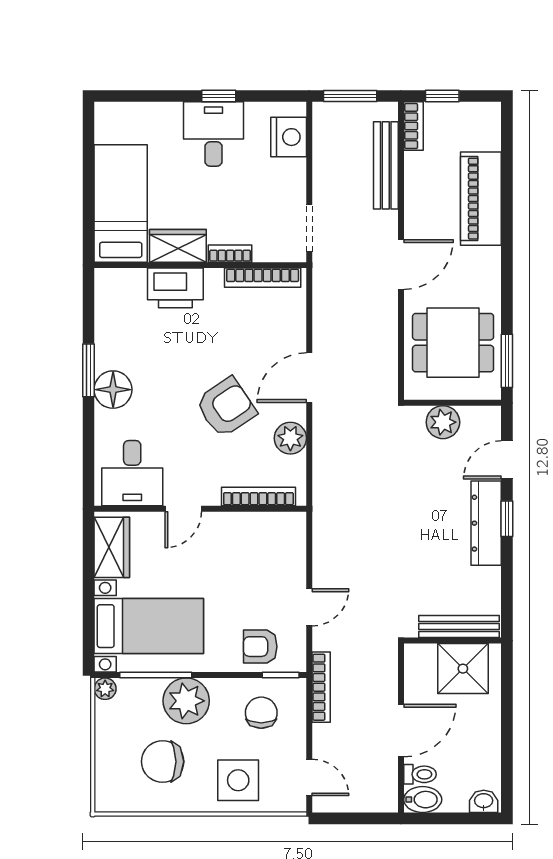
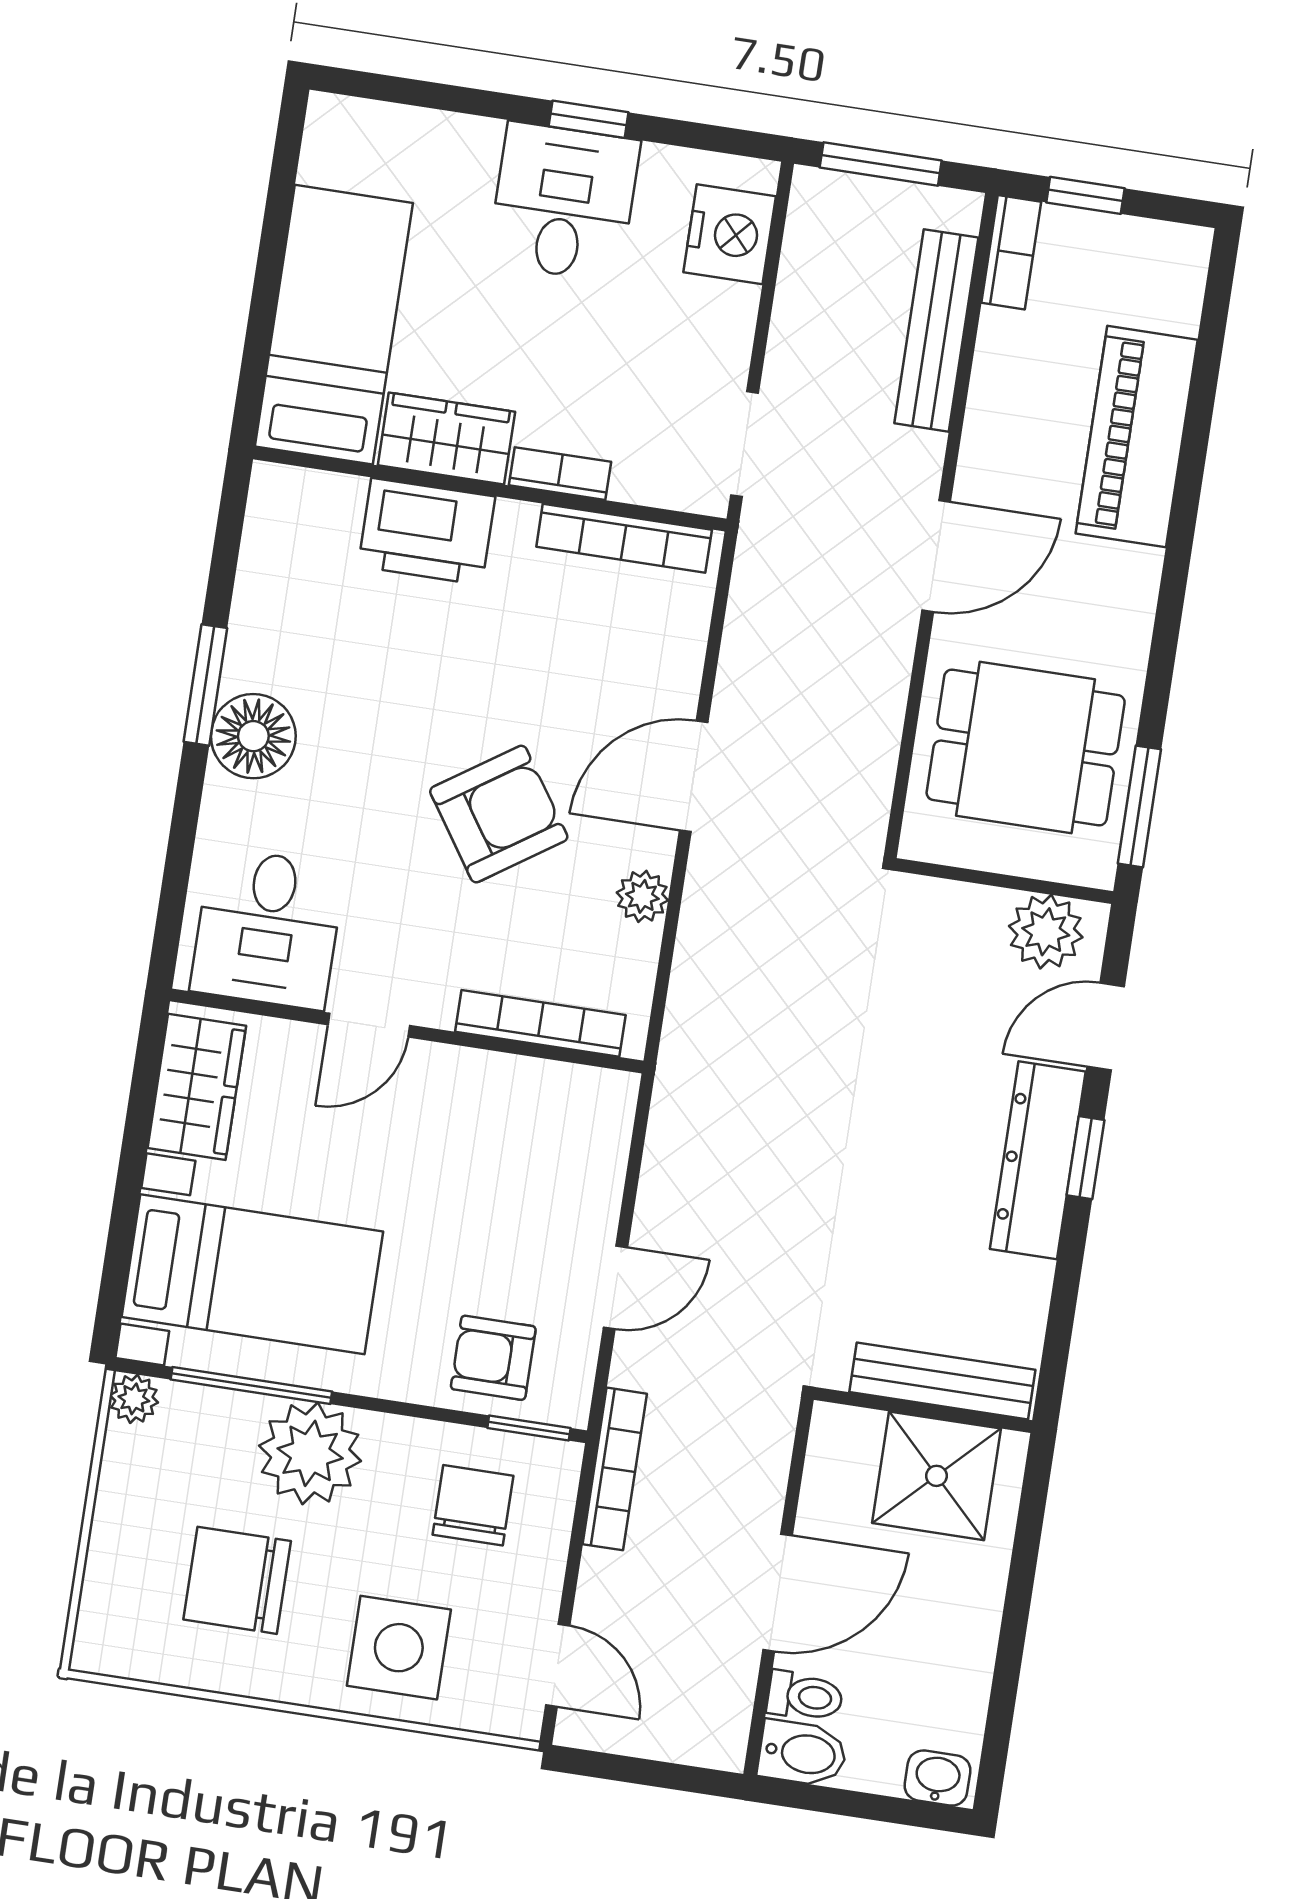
plant: (443, 422) -> (1046, 932), moved
plant: (290, 438) -> (642, 896), width x0.73, depth x0.73

